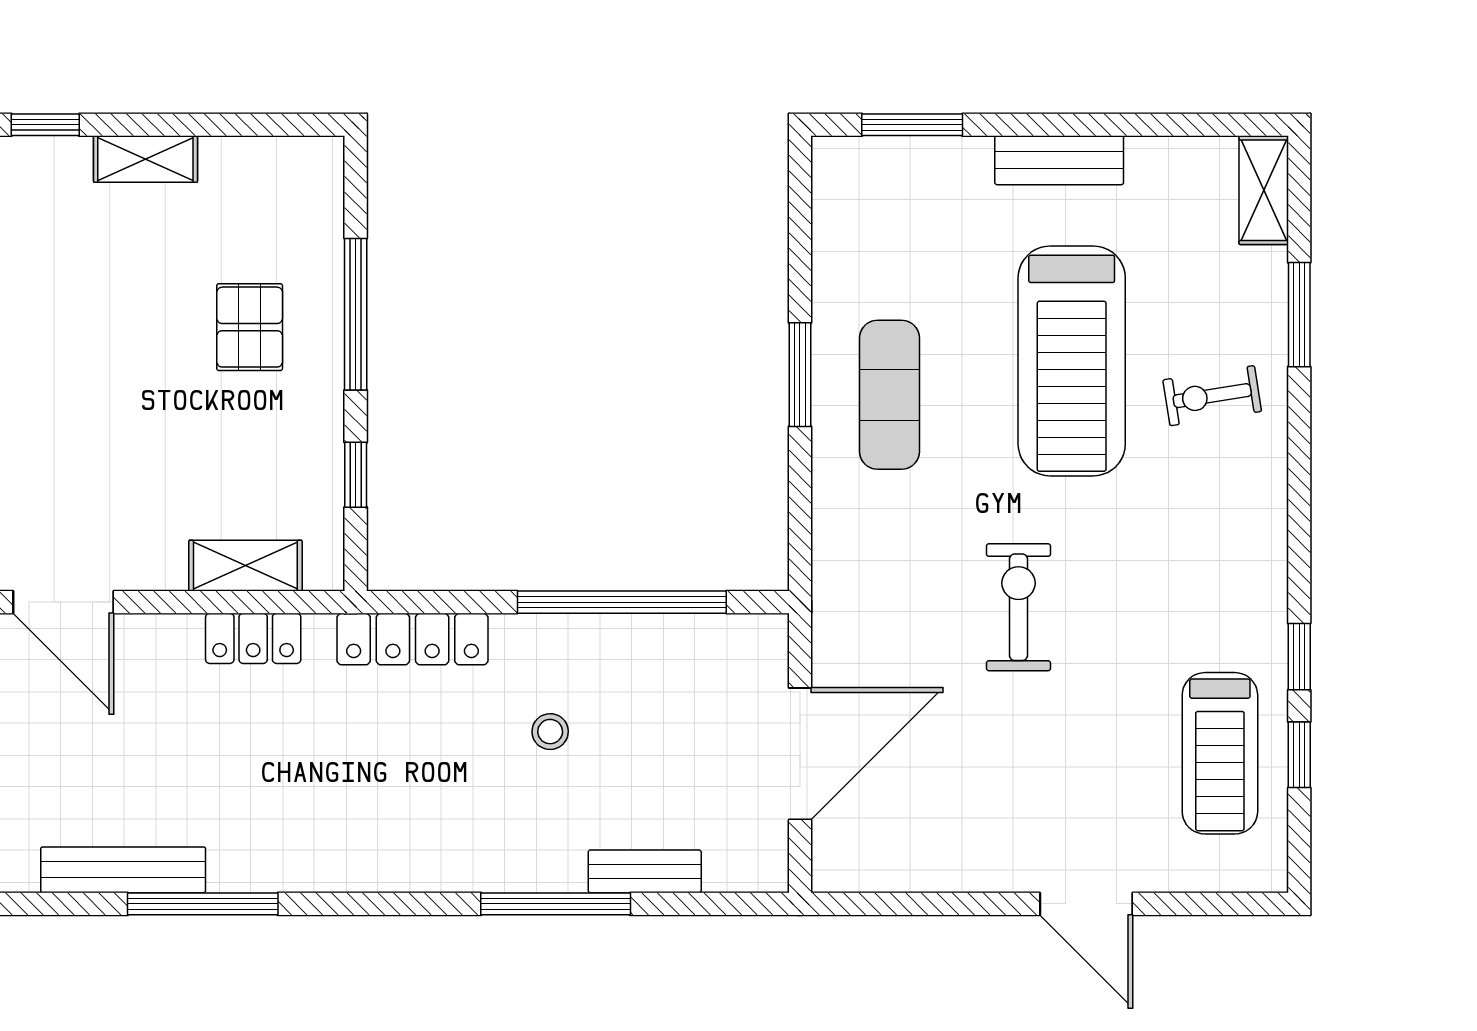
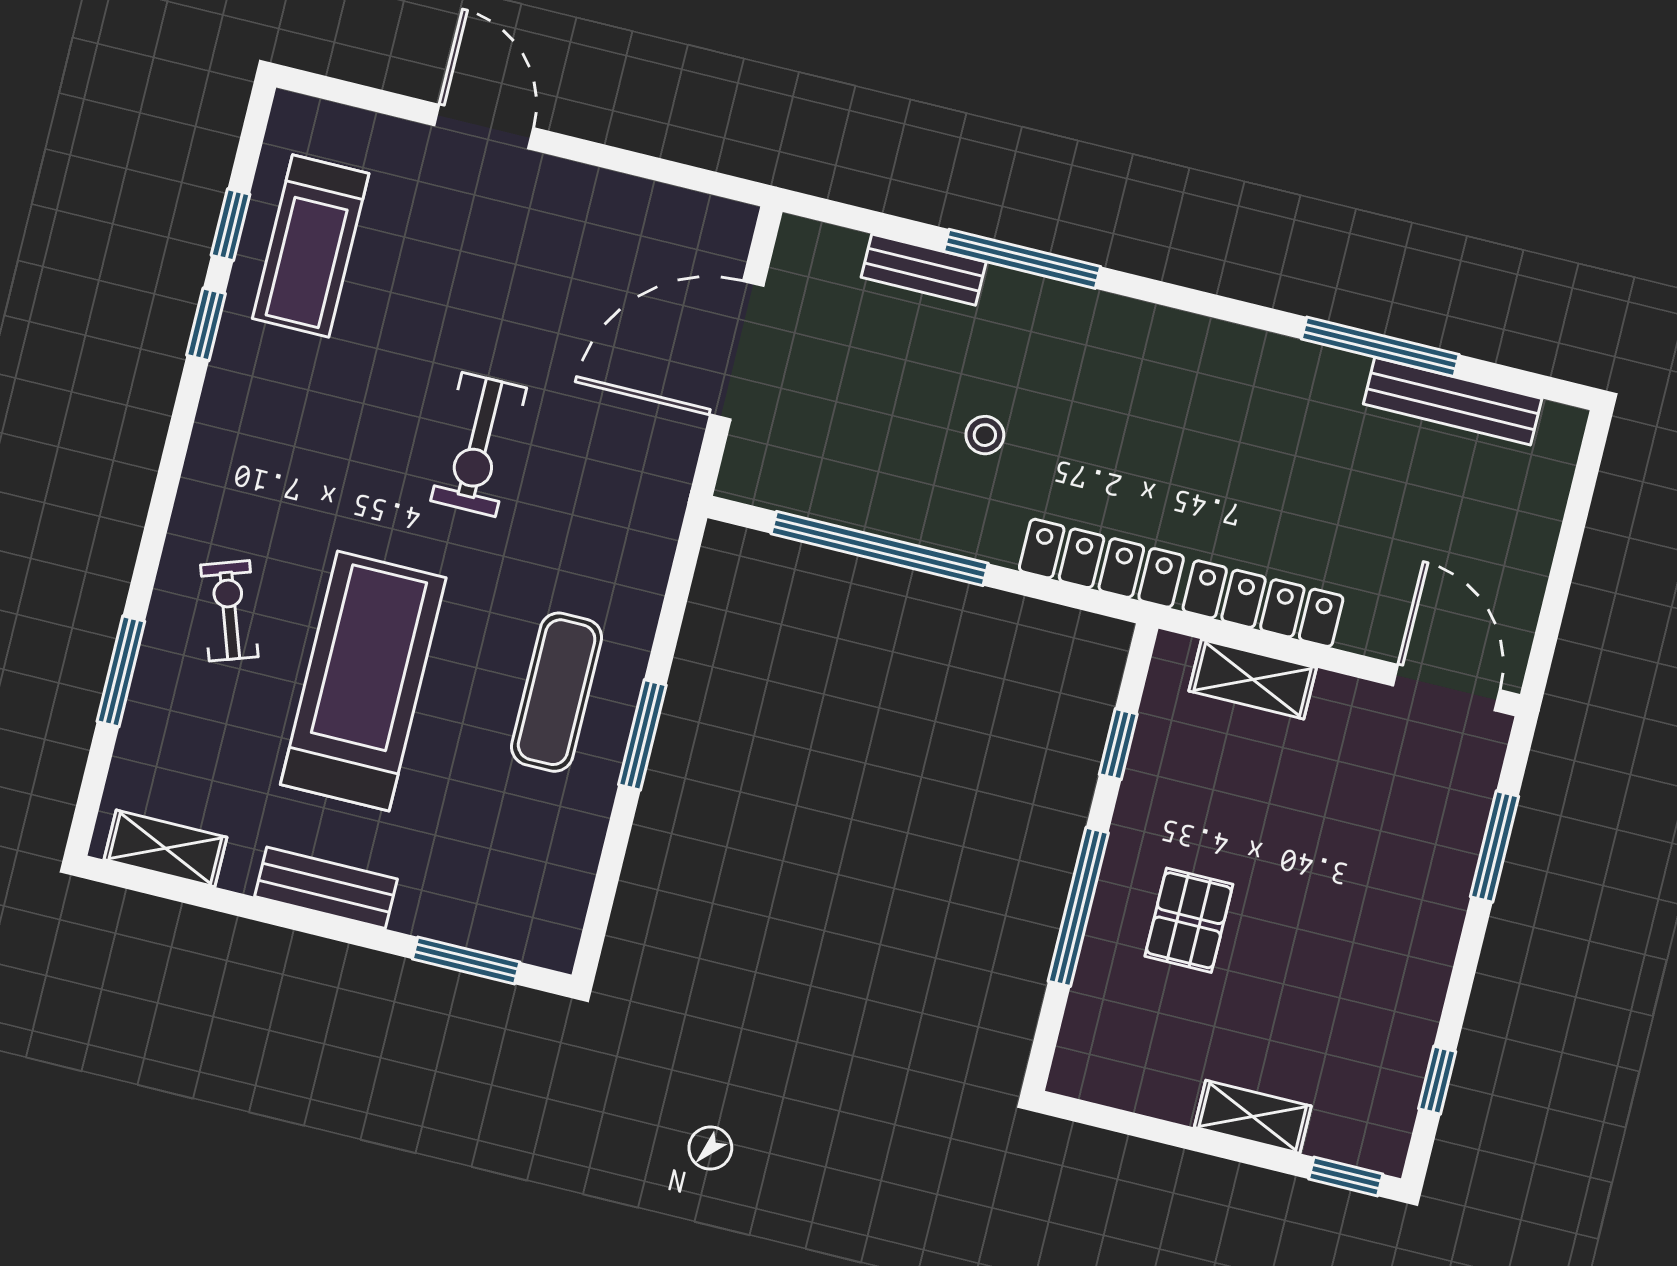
shelving: (1264, 190) -> (165, 848), moved, turned 90
exercise bike: (1212, 396) -> (229, 611), turned -100
locker: (253, 638) -> (1263, 604), width x1.53
treadmill: (1220, 753) -> (311, 246), turned 180

